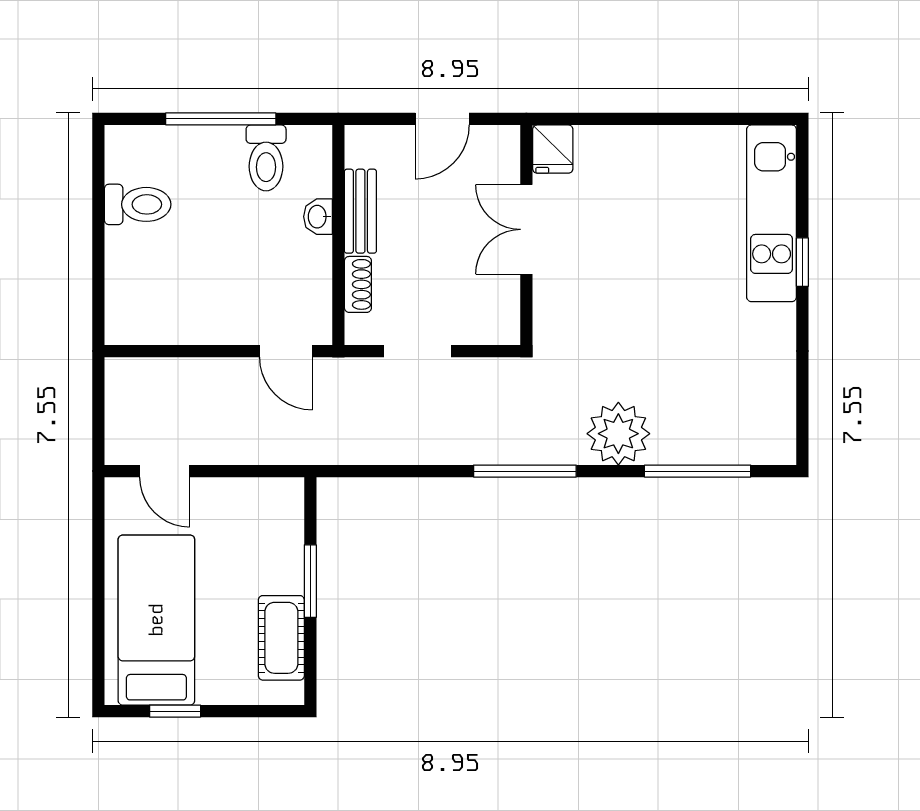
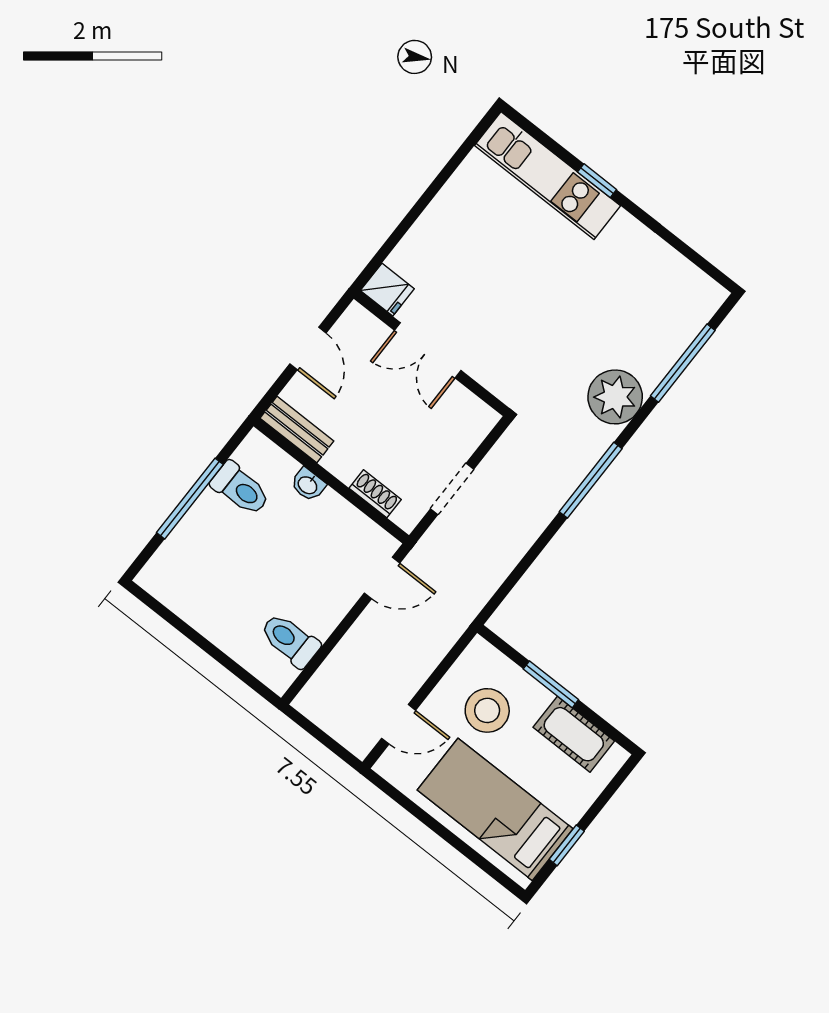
toilet: (138, 204) -> (290, 640), moved, turned -90
bench: (360, 211) -> (297, 430), moved
stool: (241, 542) -> (487, 710), added

